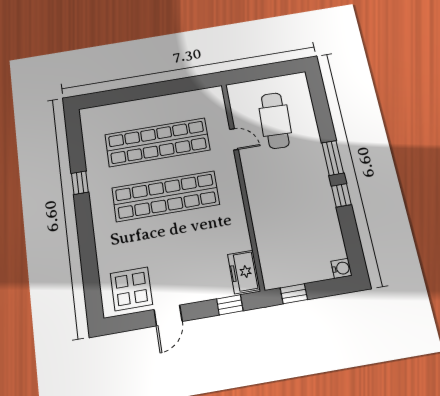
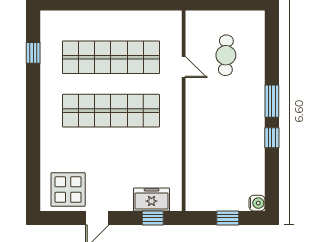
cafe table: (275, 121) -> (226, 55), width x0.73, depth x0.74
window: (80, 183) -> (33, 53), moved
freezer: (244, 272) -> (152, 199), moved, turned 90
window: (294, 294) -> (228, 218), moved

